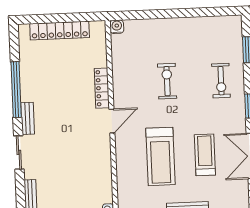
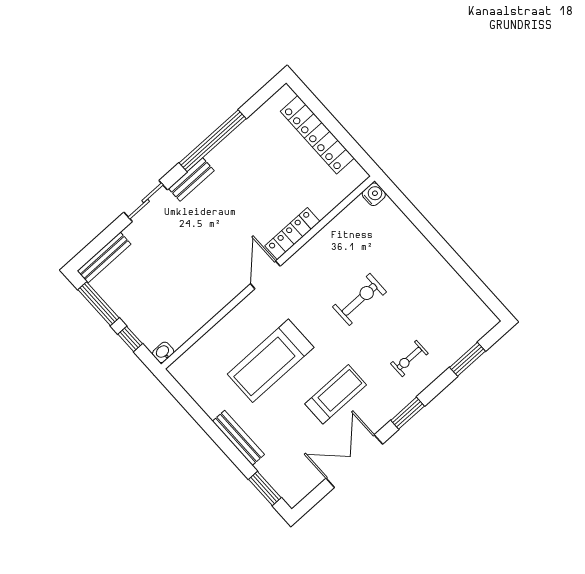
exercise bike: (221, 81) -> (409, 358), width x0.73, depth x0.72
door: (112, 121) -> (265, 275), swing flipped
treadmill: (205, 155) -> (336, 394), moved

